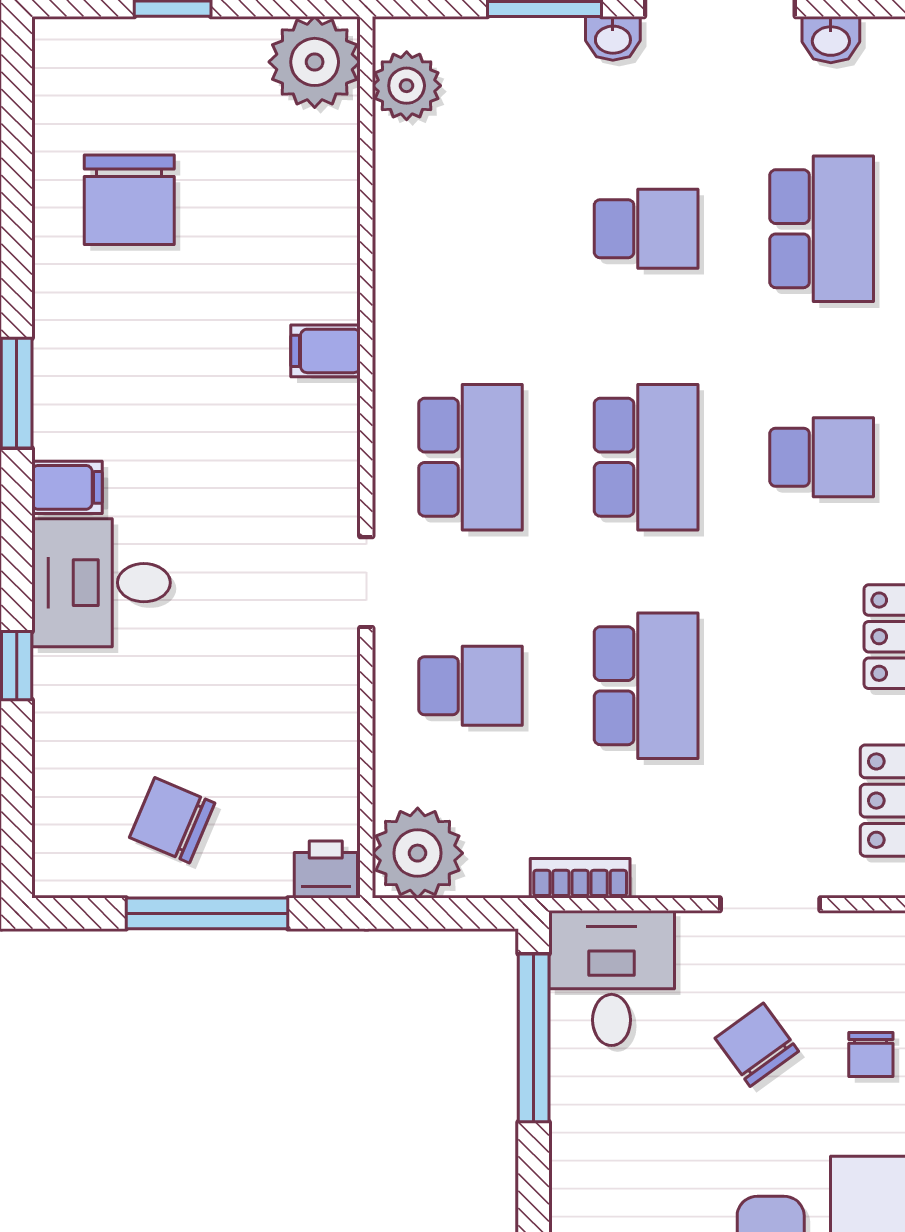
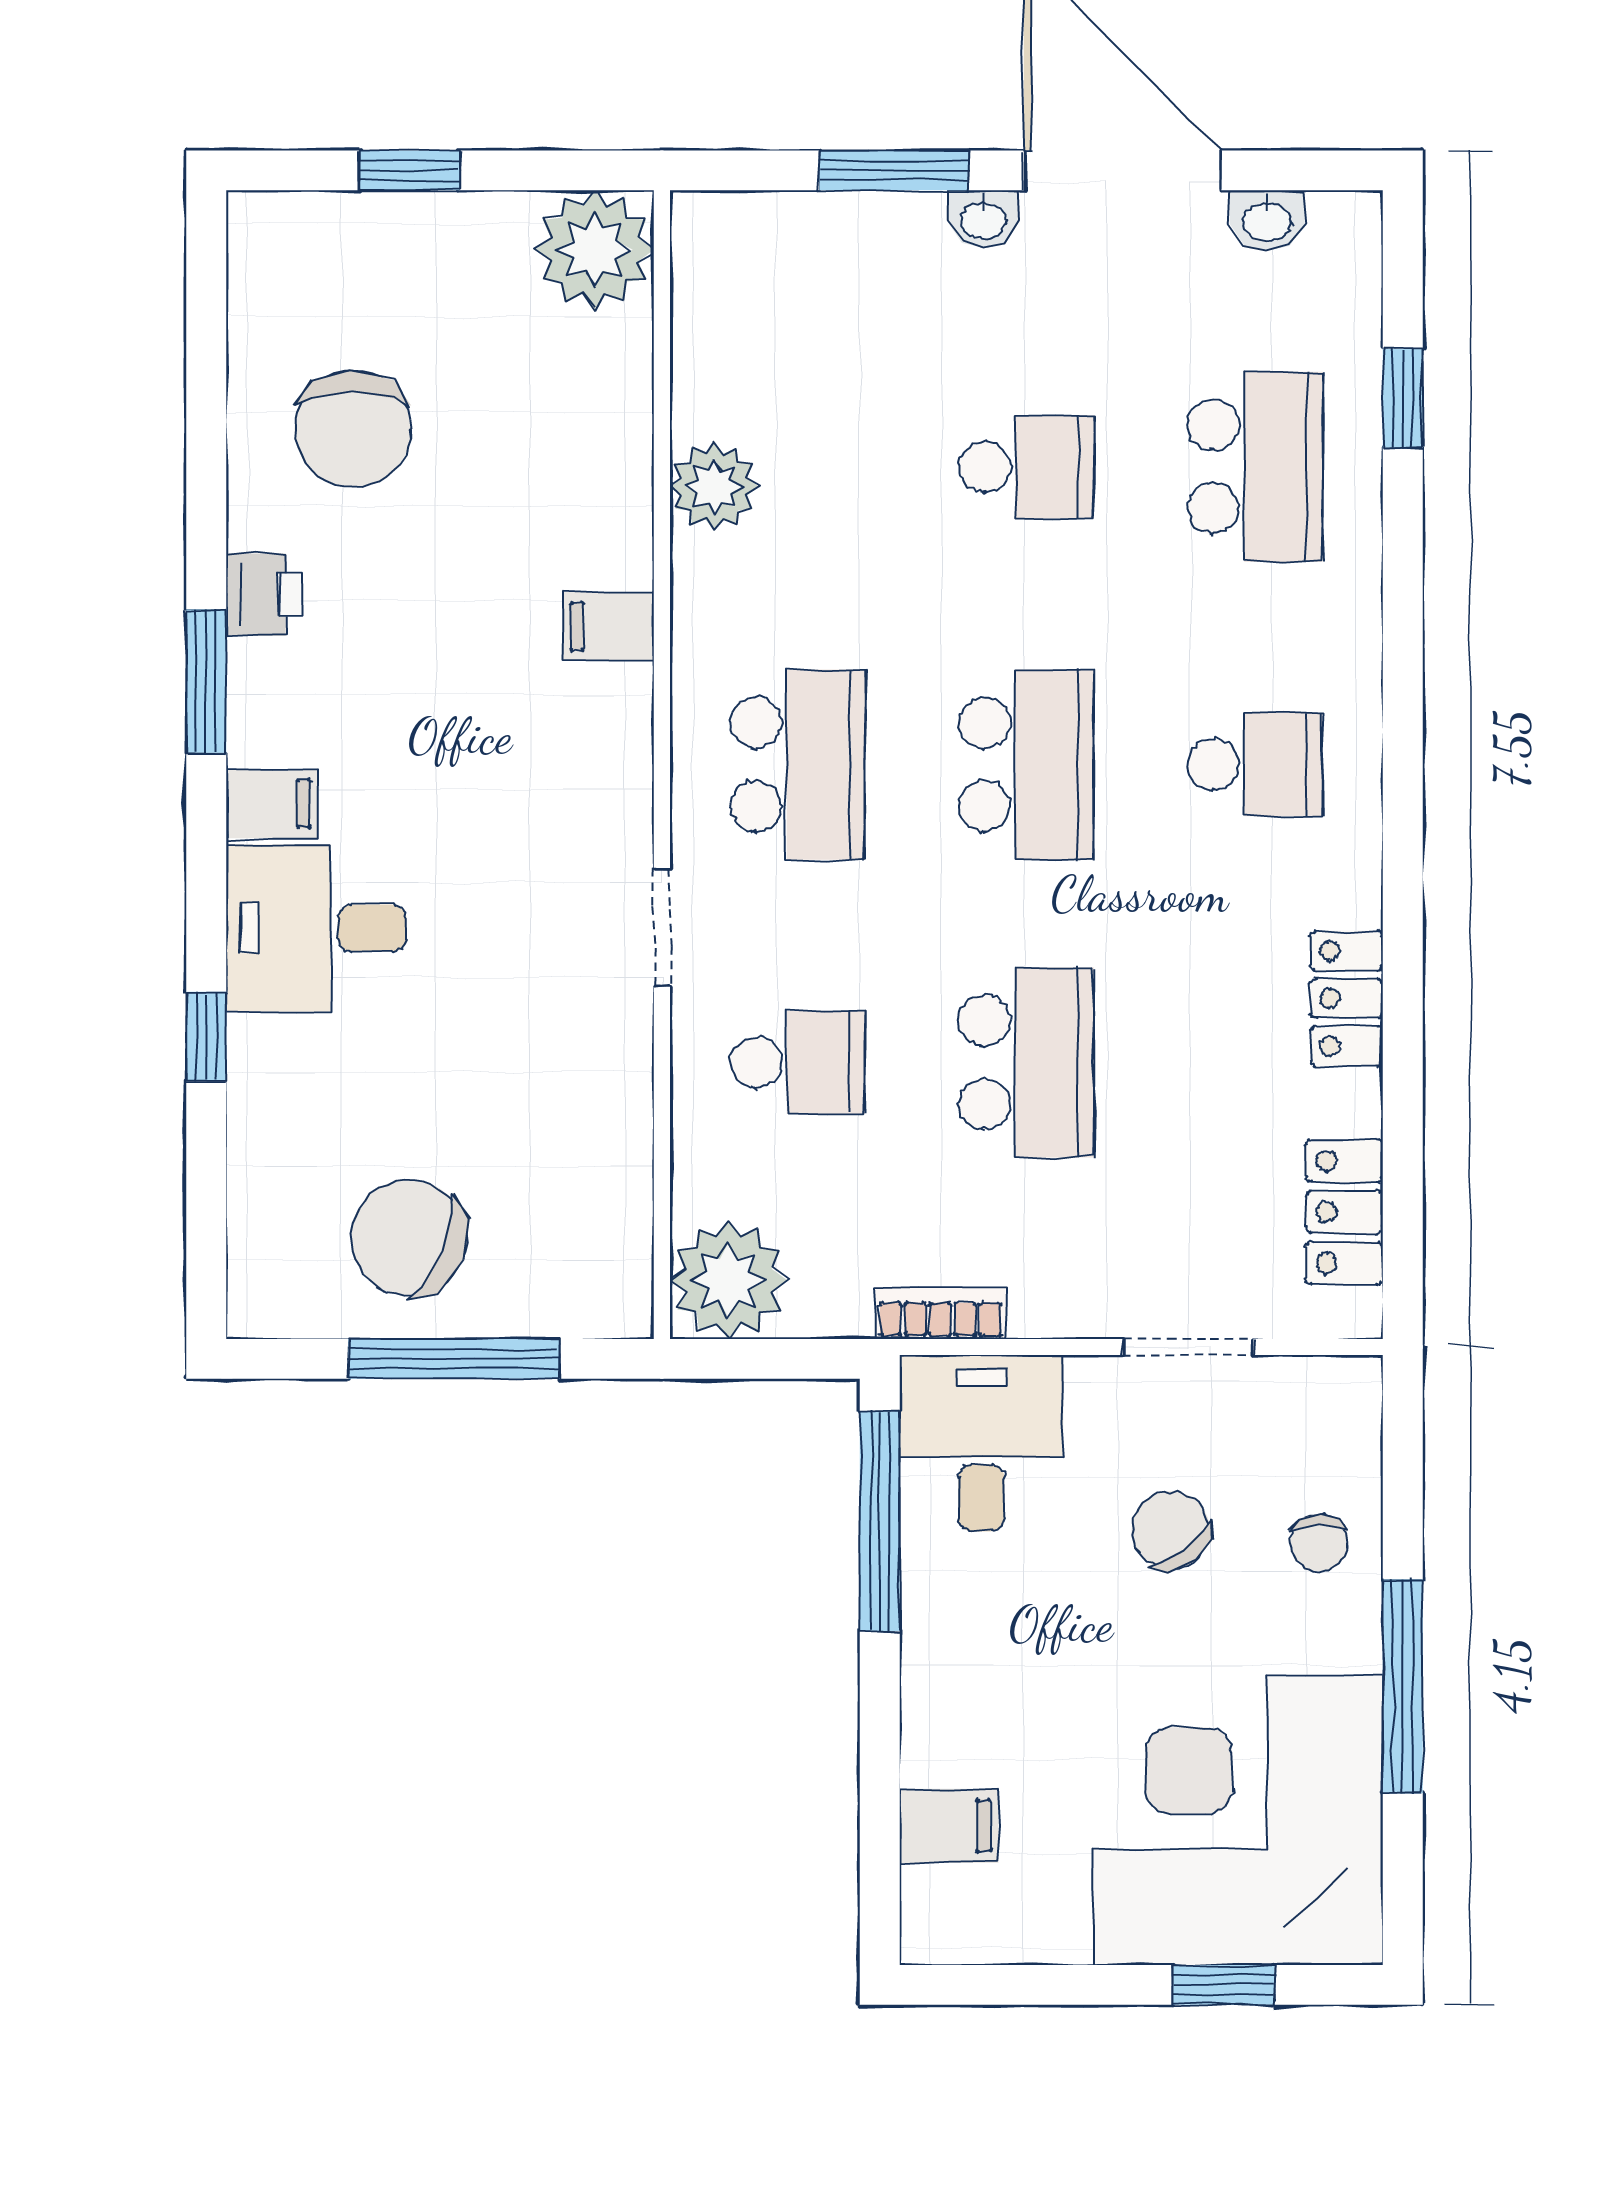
plant: (407, 86) -> (714, 487), moved
chair: (172, 820) -> (409, 1238), width x1.37, depth x1.37
printer: (326, 870) -> (263, 595), moved, turned 90

